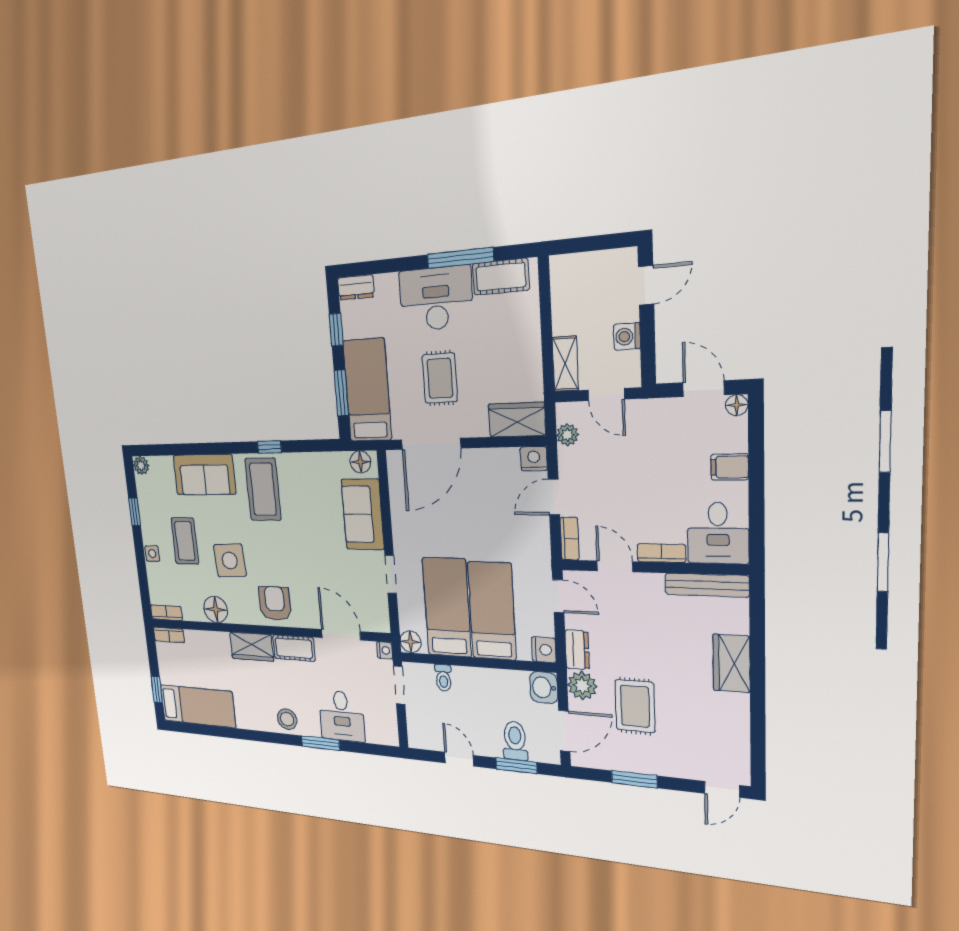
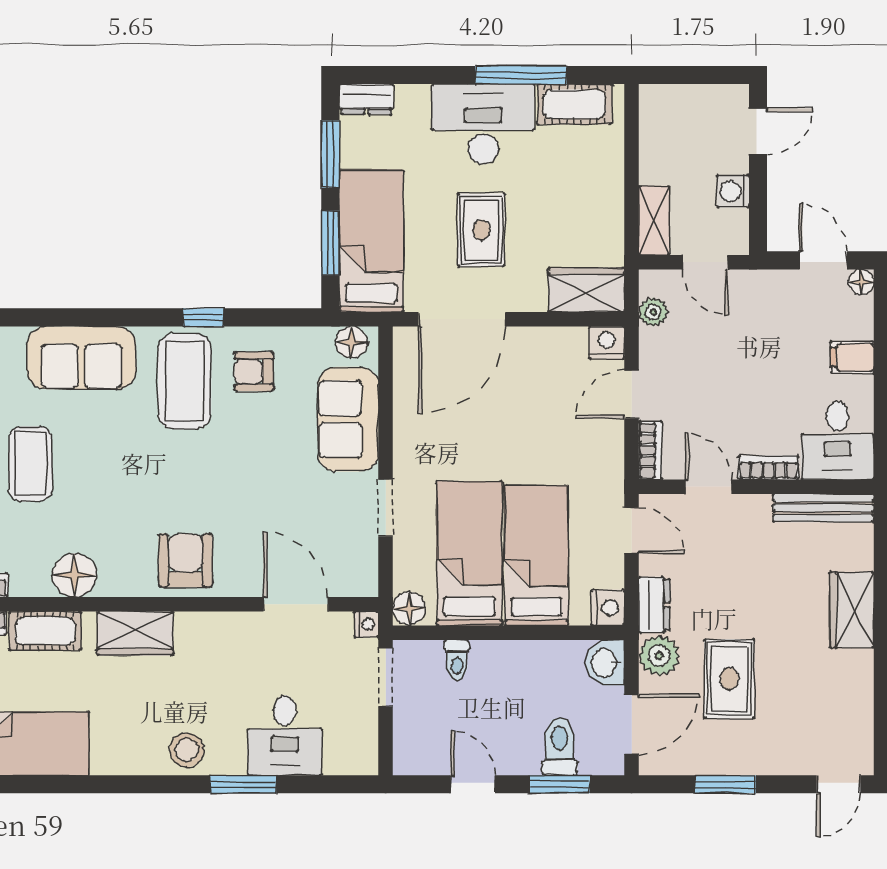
window: (336, 330) -> (330, 154), width x1.50
armchair: (303, 483) -> (254, 372), added
side table: (230, 560) -> (111, 494), removed
cot: (294, 648) -> (45, 631), moved

